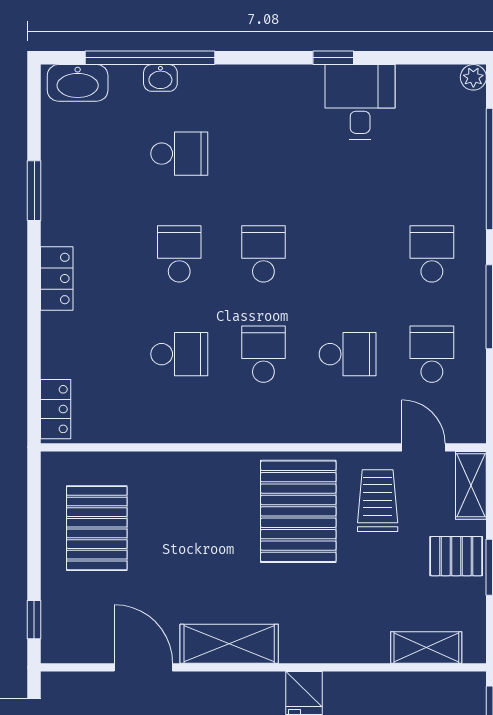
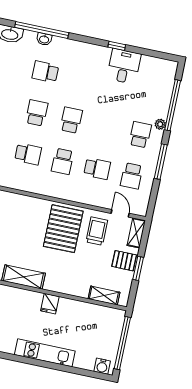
plant: (473, 77) -> (160, 124), moved
school desk: (179, 154) -> (45, 72), turned 180
school desk: (263, 354) -> (63, 161), turned 180
school desk: (432, 354) -> (132, 176), turned 180

